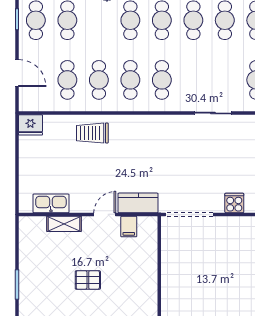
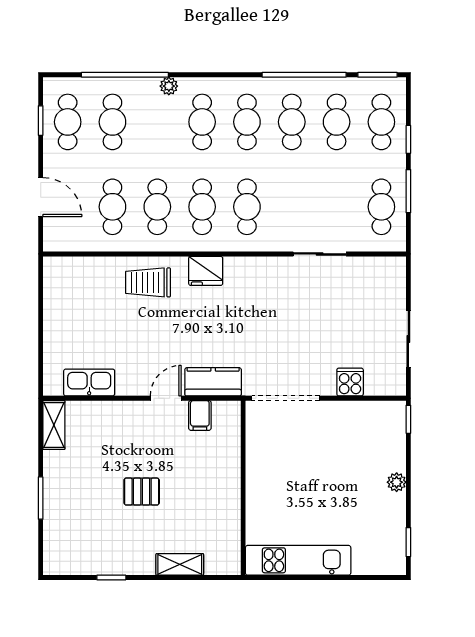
fridge: (30, 125) -> (206, 271), moved
shelving: (64, 224) -> (54, 425), moved, turned 90

